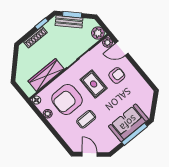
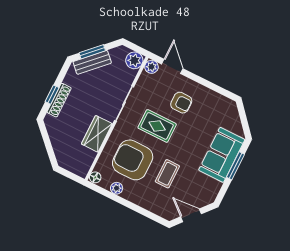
window: (42, 24) -> (52, 95), moved
door: (122, 48) -> (172, 66), swing flipped
wardrobe: (46, 75) -> (97, 134), width x0.67
armchair: (117, 76) -> (181, 103), turned 90
armchair: (67, 99) -> (133, 160), turned 90
window: (134, 134) -> (235, 166), width x0.69

